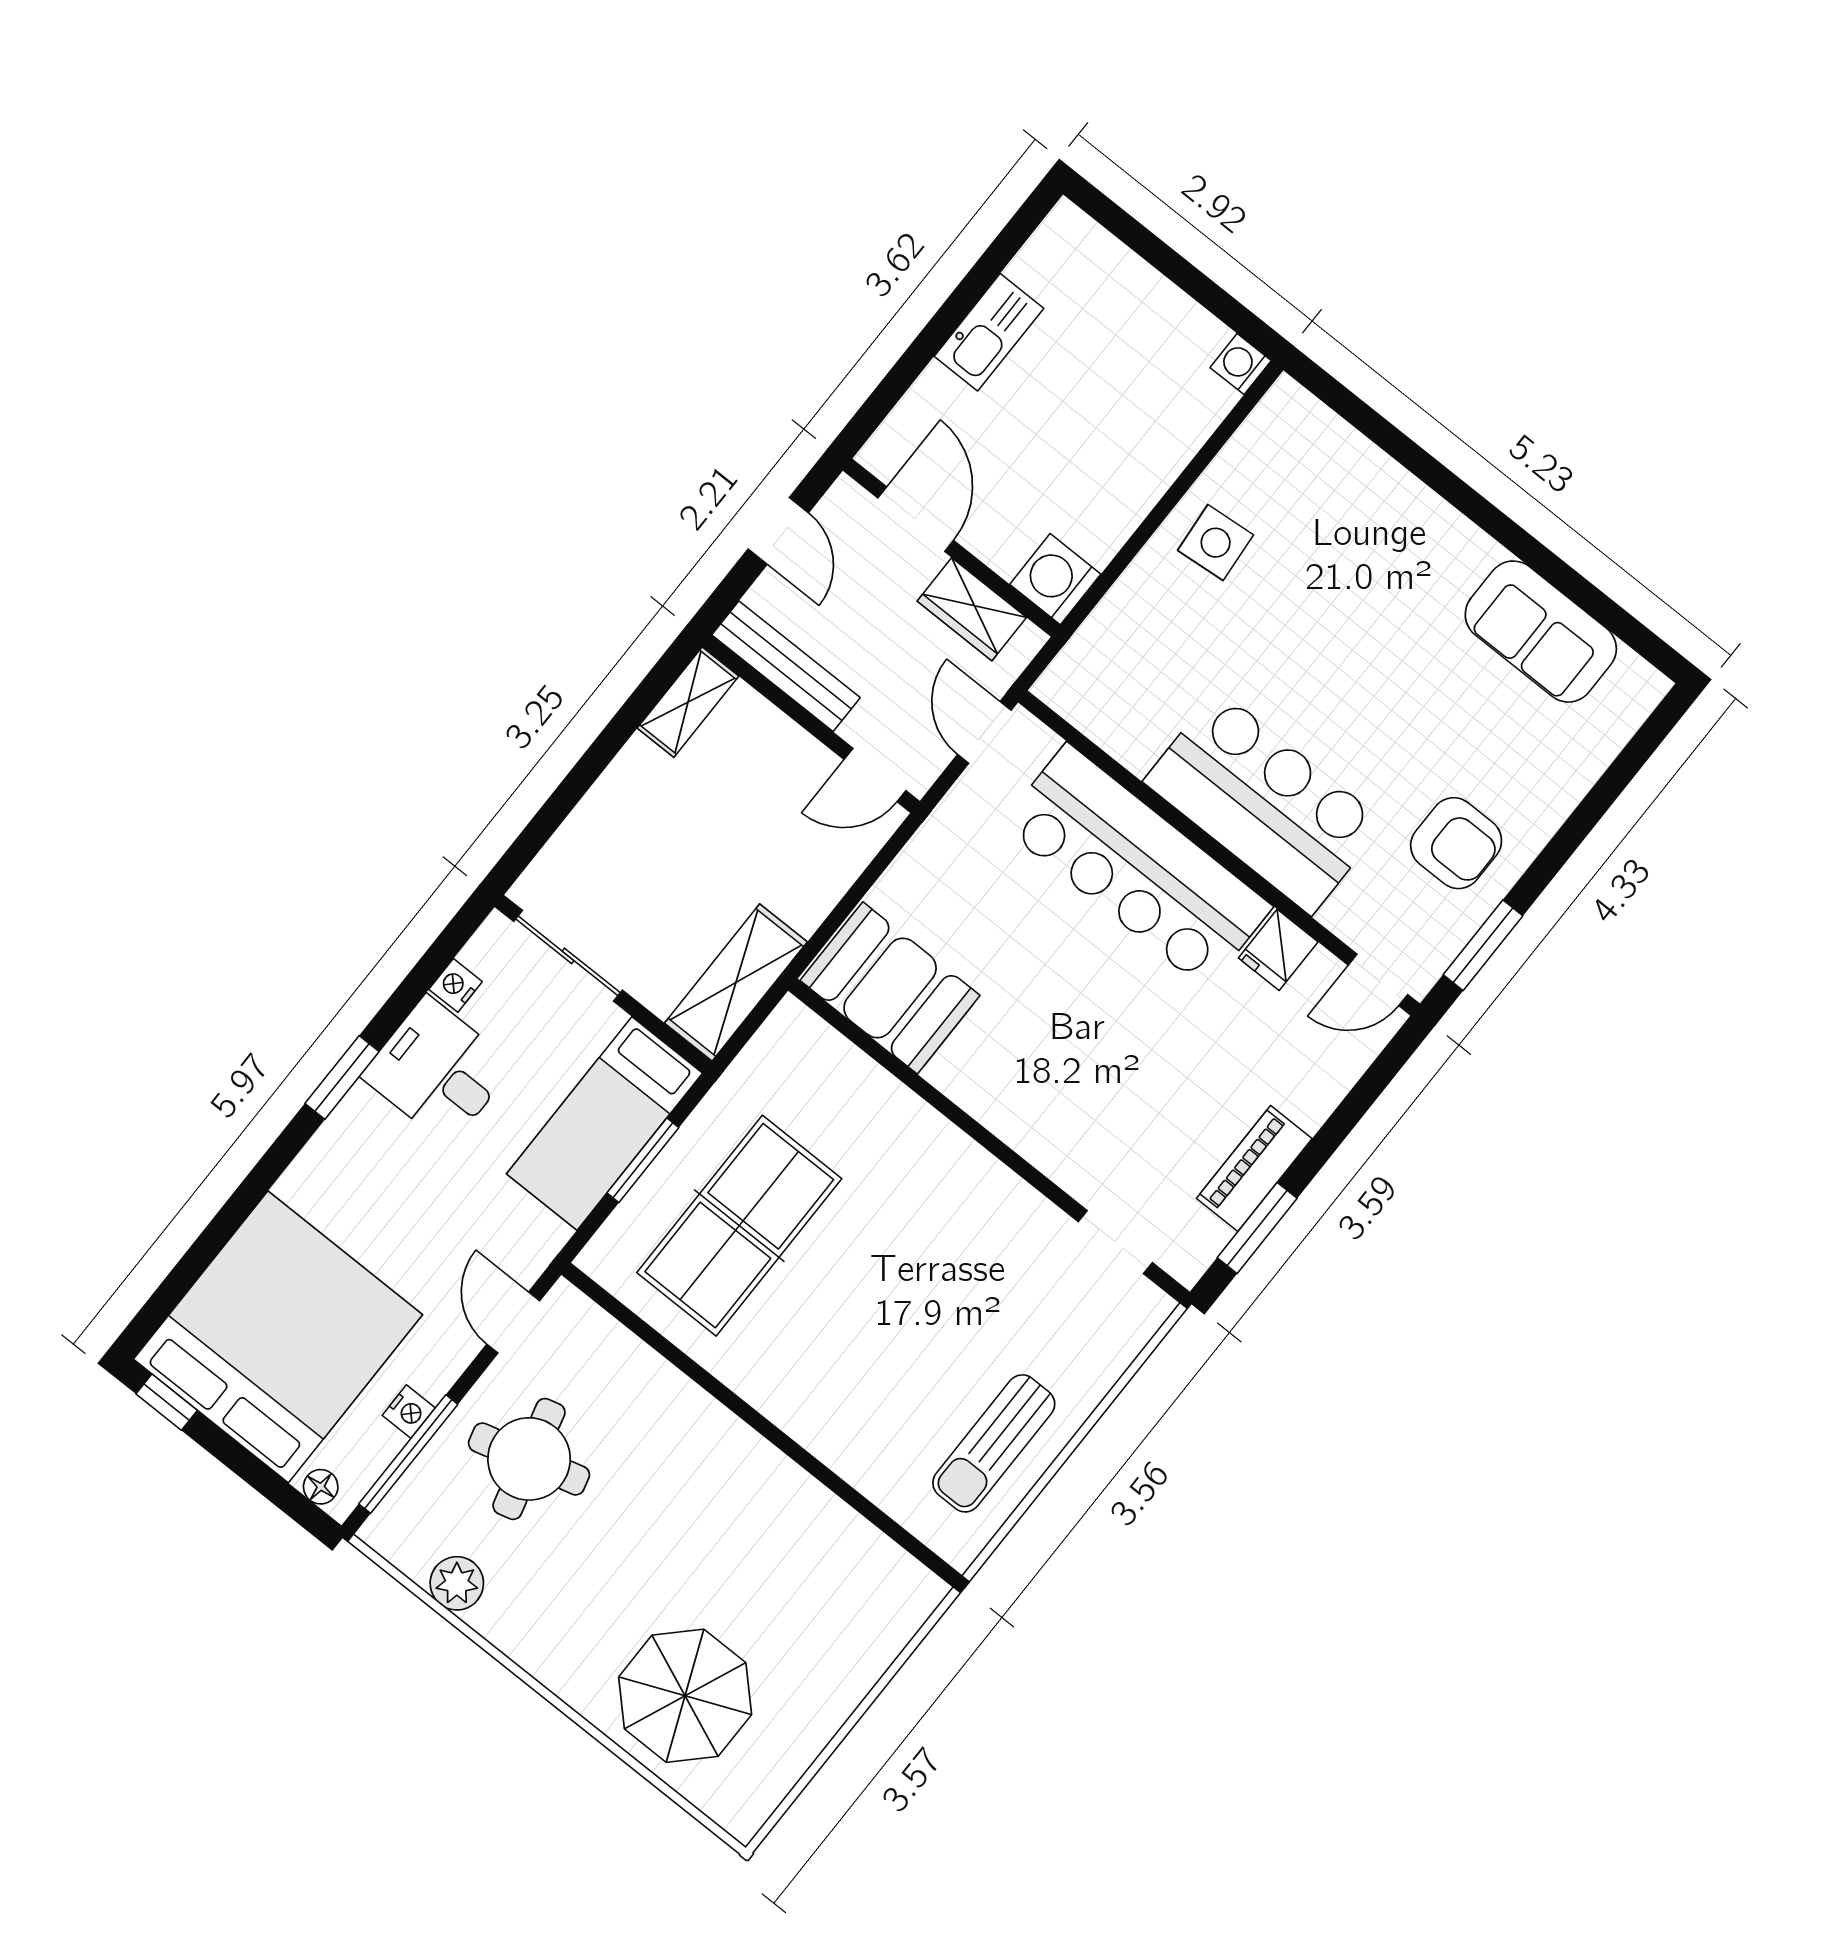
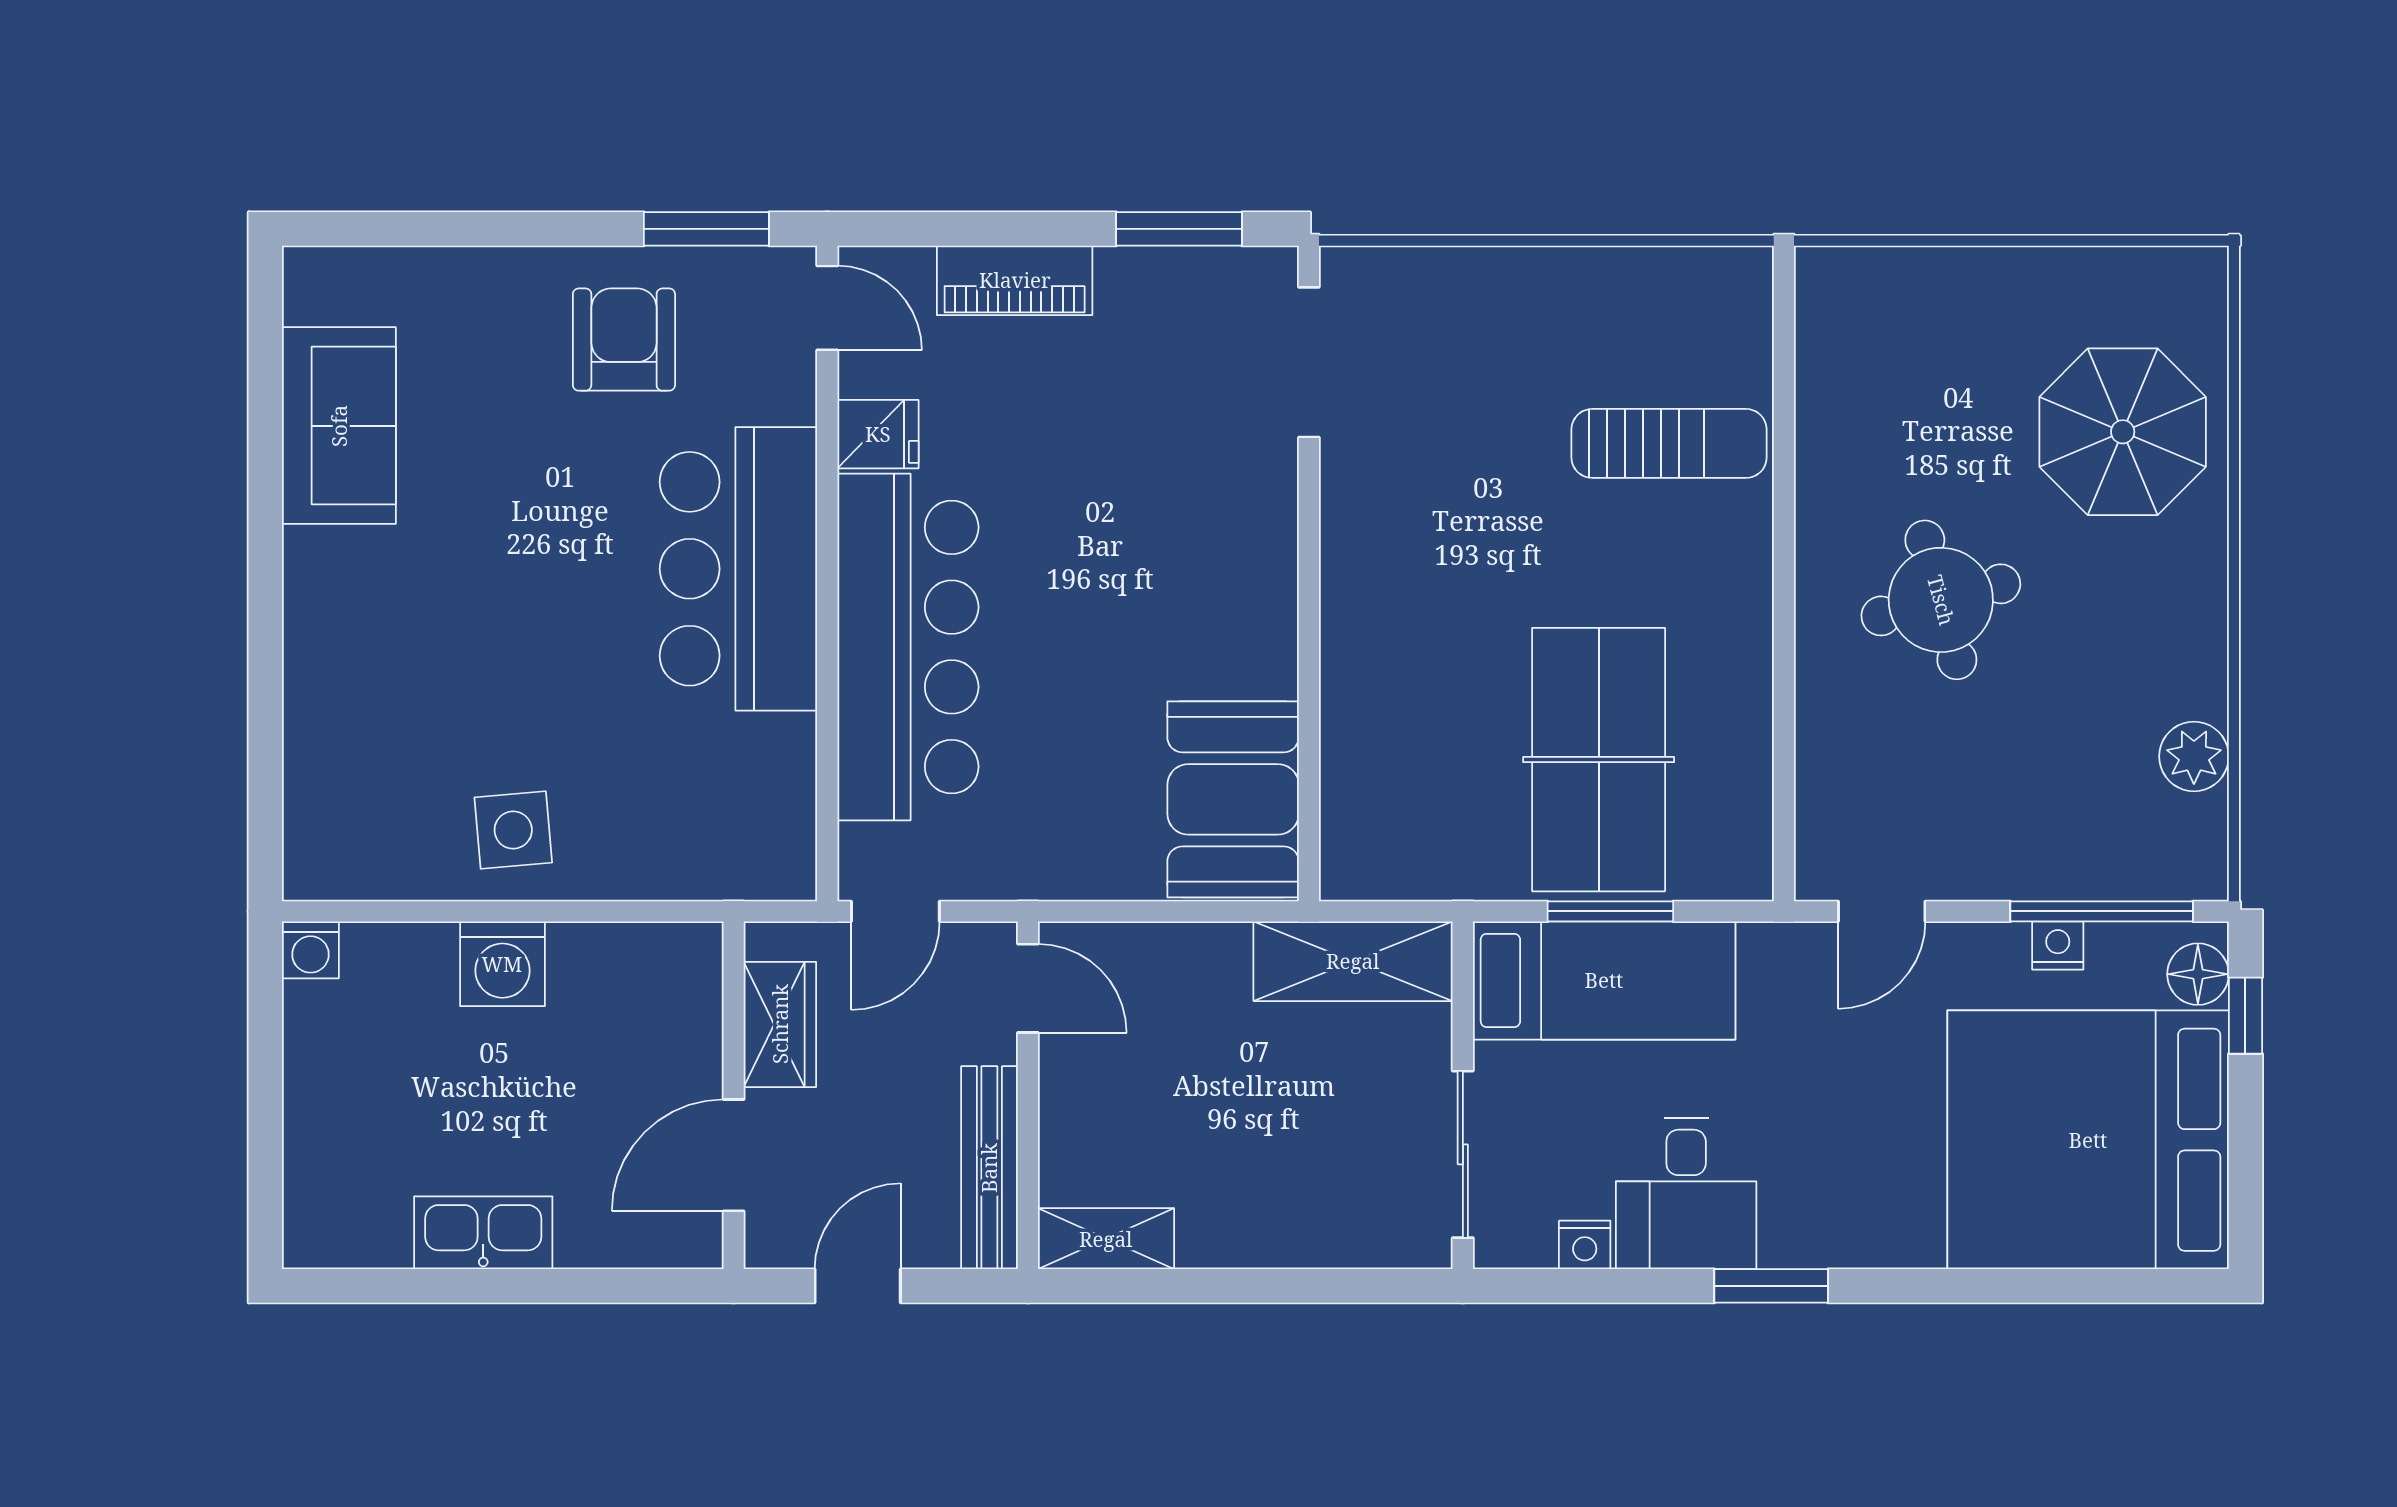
washing machine: (1055, 579) -> (502, 964), moved
piano: (1254, 1168) -> (1015, 280), moved
table tennis table: (739, 1226) -> (1599, 760), turned 90
doorway: (1115, 1242) -> (1309, 362), width x1.38
window: (167, 1402) -> (2245, 1016), moved
sun lounger: (994, 1443) -> (1669, 443), moved
round table: (529, 1459) -> (1941, 600), moved
floor lamp: (321, 1487) -> (2198, 974), width x1.37, depth x1.37

